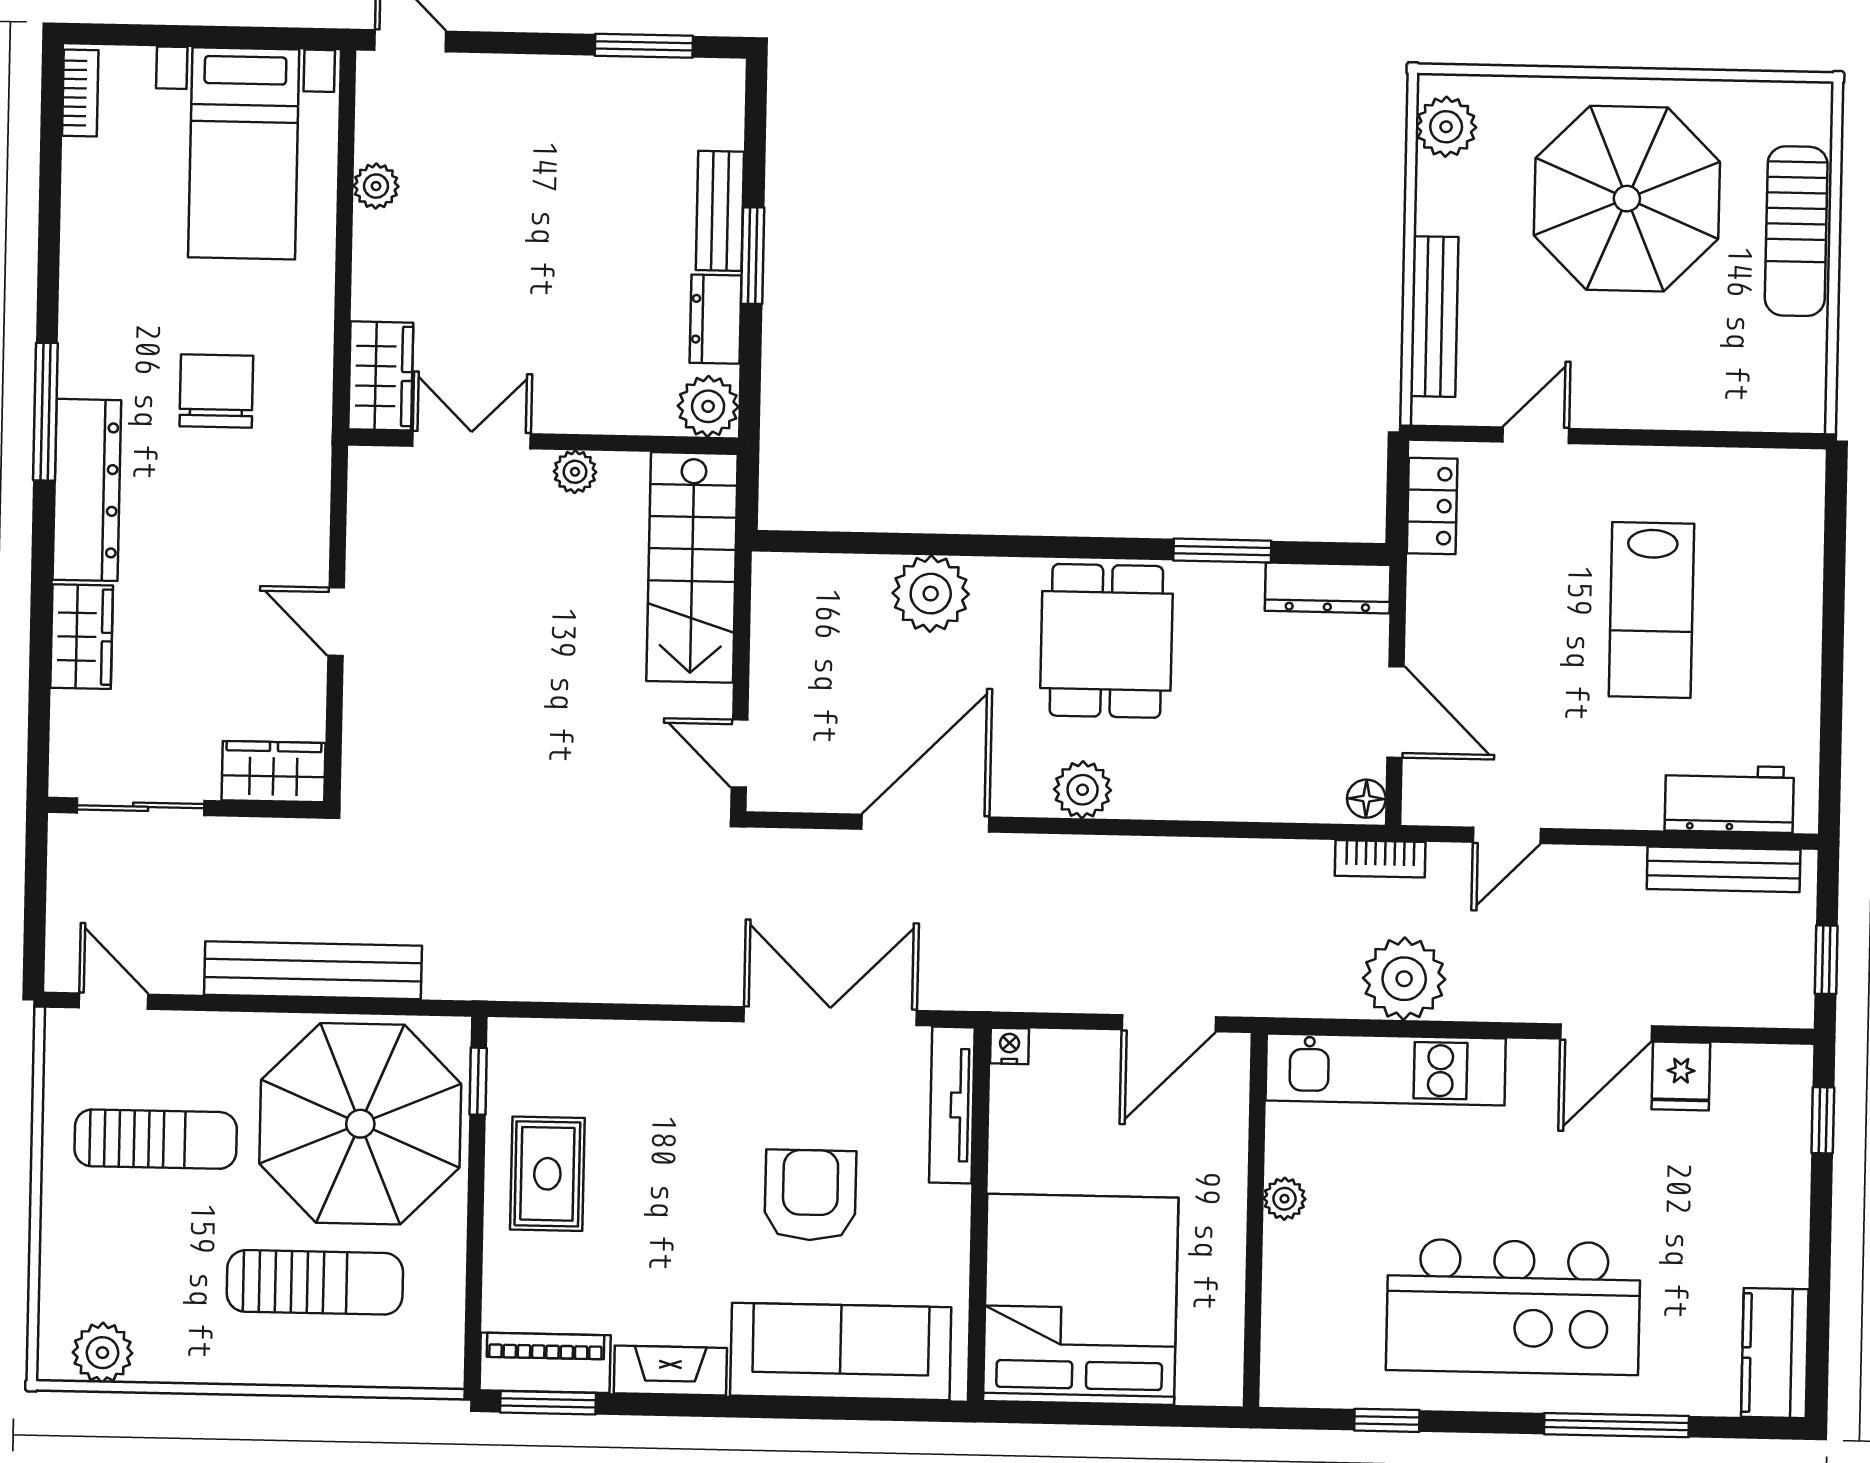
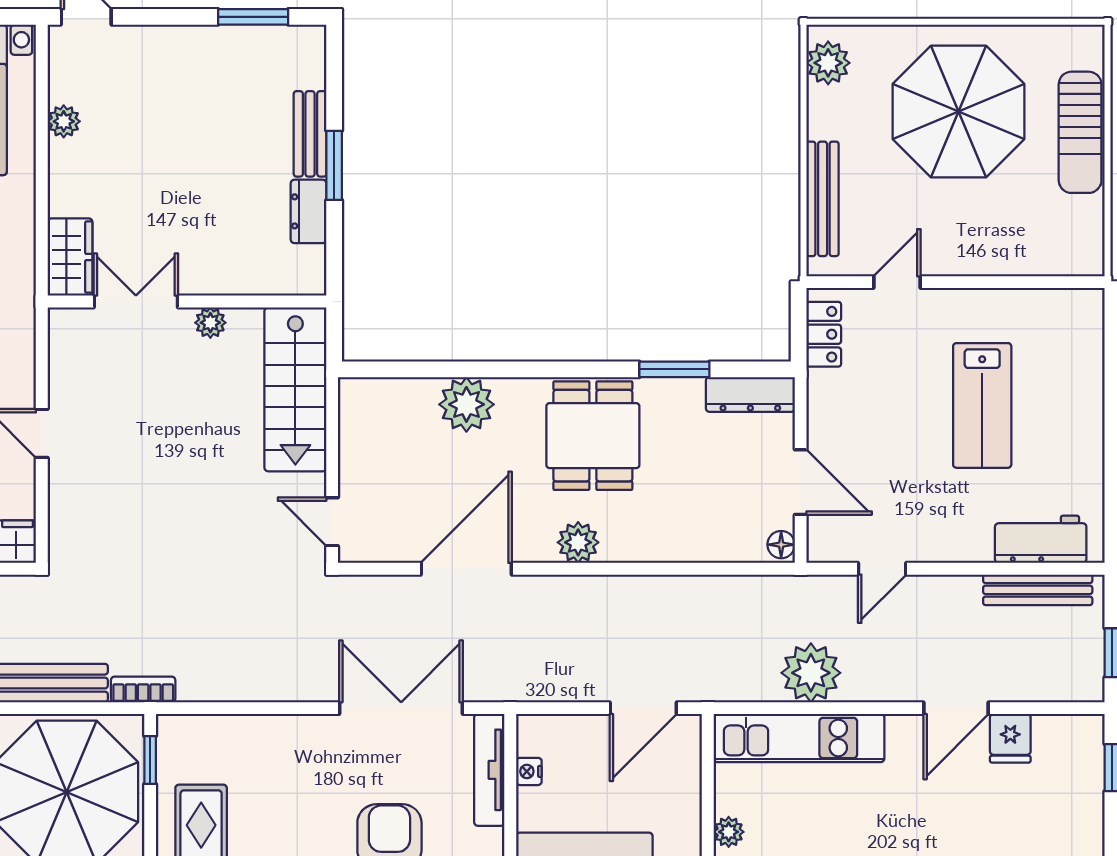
plant: (708, 406) -> (305, 274), removed
bookcase: (1380, 859) -> (143, 689), moved, turned 180
nightstand: (1010, 1046) -> (529, 771), moved, turned -90

